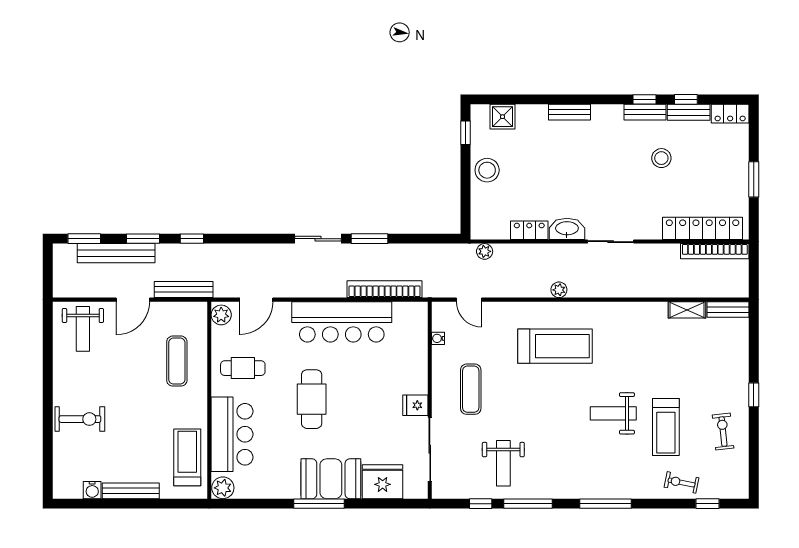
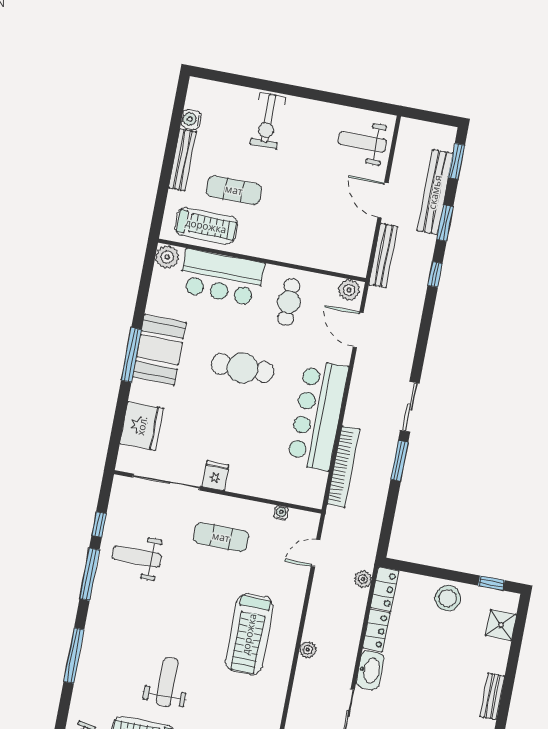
locker: (490, 230) -> (385, 589), added
exercise mat: (177, 361) -> (234, 190), moved
booth: (331, 479) -> (159, 350), moved

